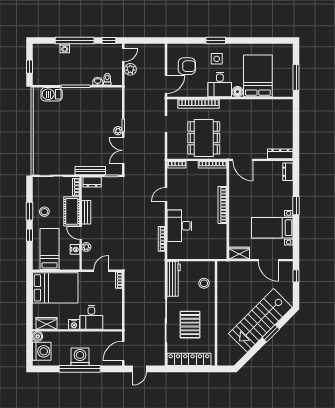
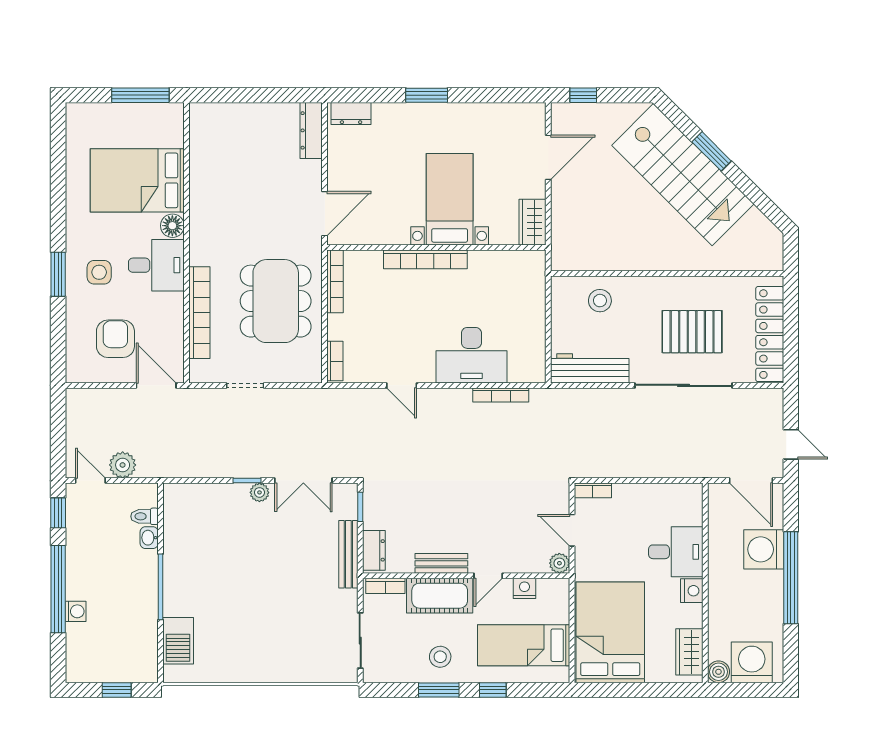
dining table: (204, 138) -> (276, 301), turned 90
bed with nightstands: (272, 228) -> (450, 199), moved, turned 180
plant: (86, 247) -> (559, 563), moved
washing machine: (80, 357) -> (764, 549), moved

